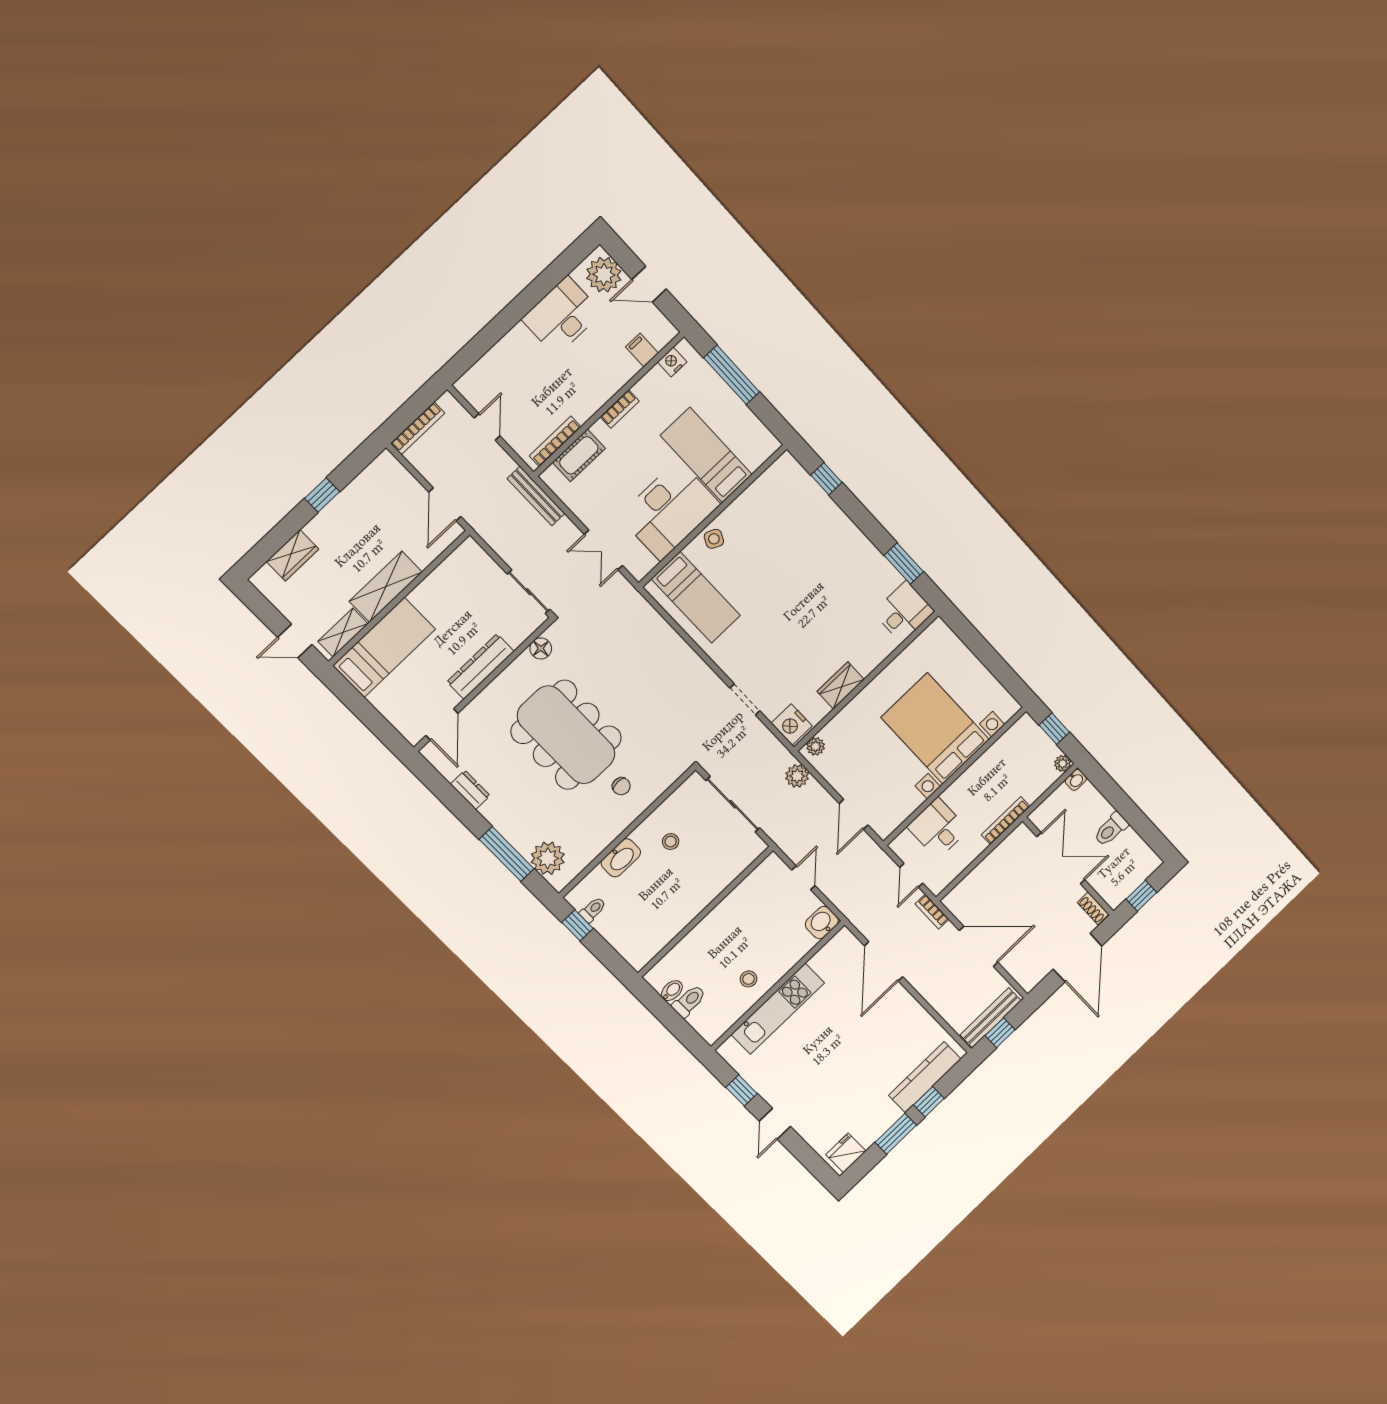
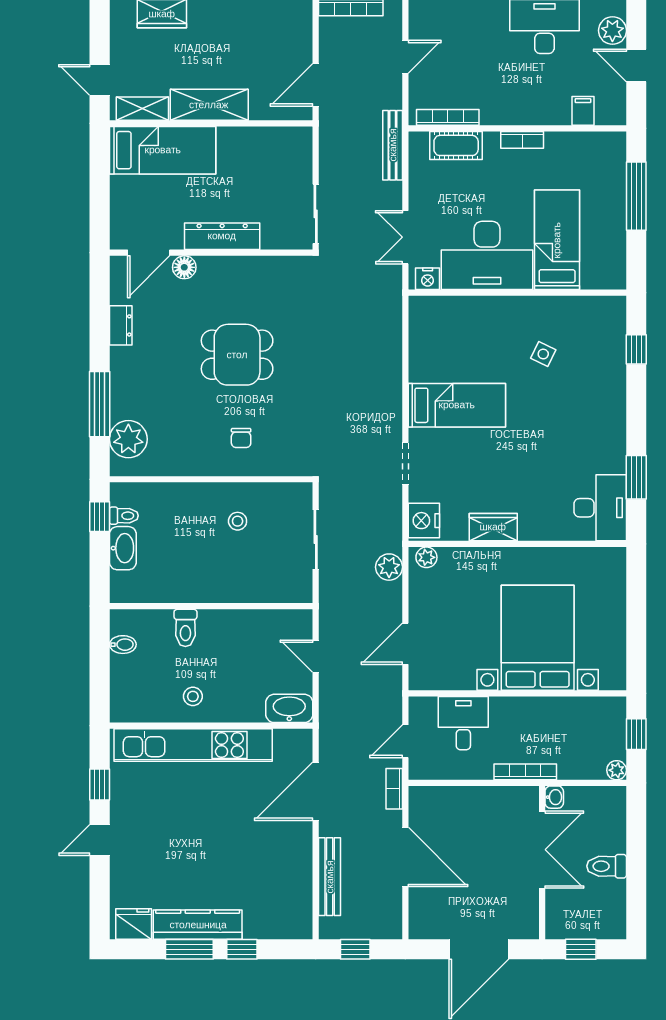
plant: (604, 275) -> (612, 31), width x0.73, depth x0.73
nightstand: (672, 362) -> (428, 279), moved, turned 180
side table: (714, 539) -> (543, 354), moved
bed: (696, 597) -> (457, 405), moved, turned -90
desk: (904, 612) -> (600, 508), width x1.37
floor lamp: (541, 648) -> (184, 267), moved
dining table: (566, 735) -> (237, 355), width x0.53, depth x0.80
washbasin: (1076, 780) -> (554, 797), moved, turned -90
sliding door: (733, 804) -> (316, 540), width x0.73
washbasin: (621, 858) -> (123, 548), moved, turned -90
door: (803, 878) -> (316, 656), swing flipped
shoe rack: (1093, 908) -> (530, 920), removed
washbasin: (822, 923) -> (289, 708), width x1.38
toilet: (689, 1001) -> (185, 628), moved, turned 90
kitchen unit: (778, 1009) -> (193, 745), width x1.36
bench: (991, 1018) -> (330, 877), moved, turned 90
kitchen counter: (925, 1077) -> (198, 925), moved

